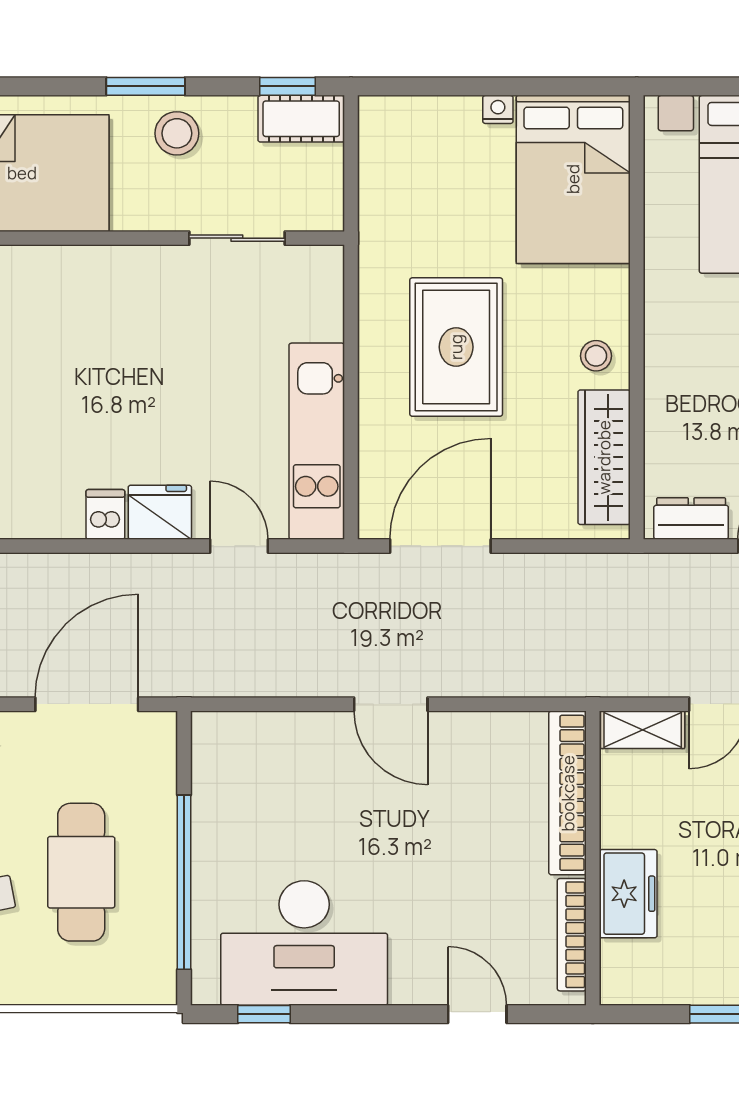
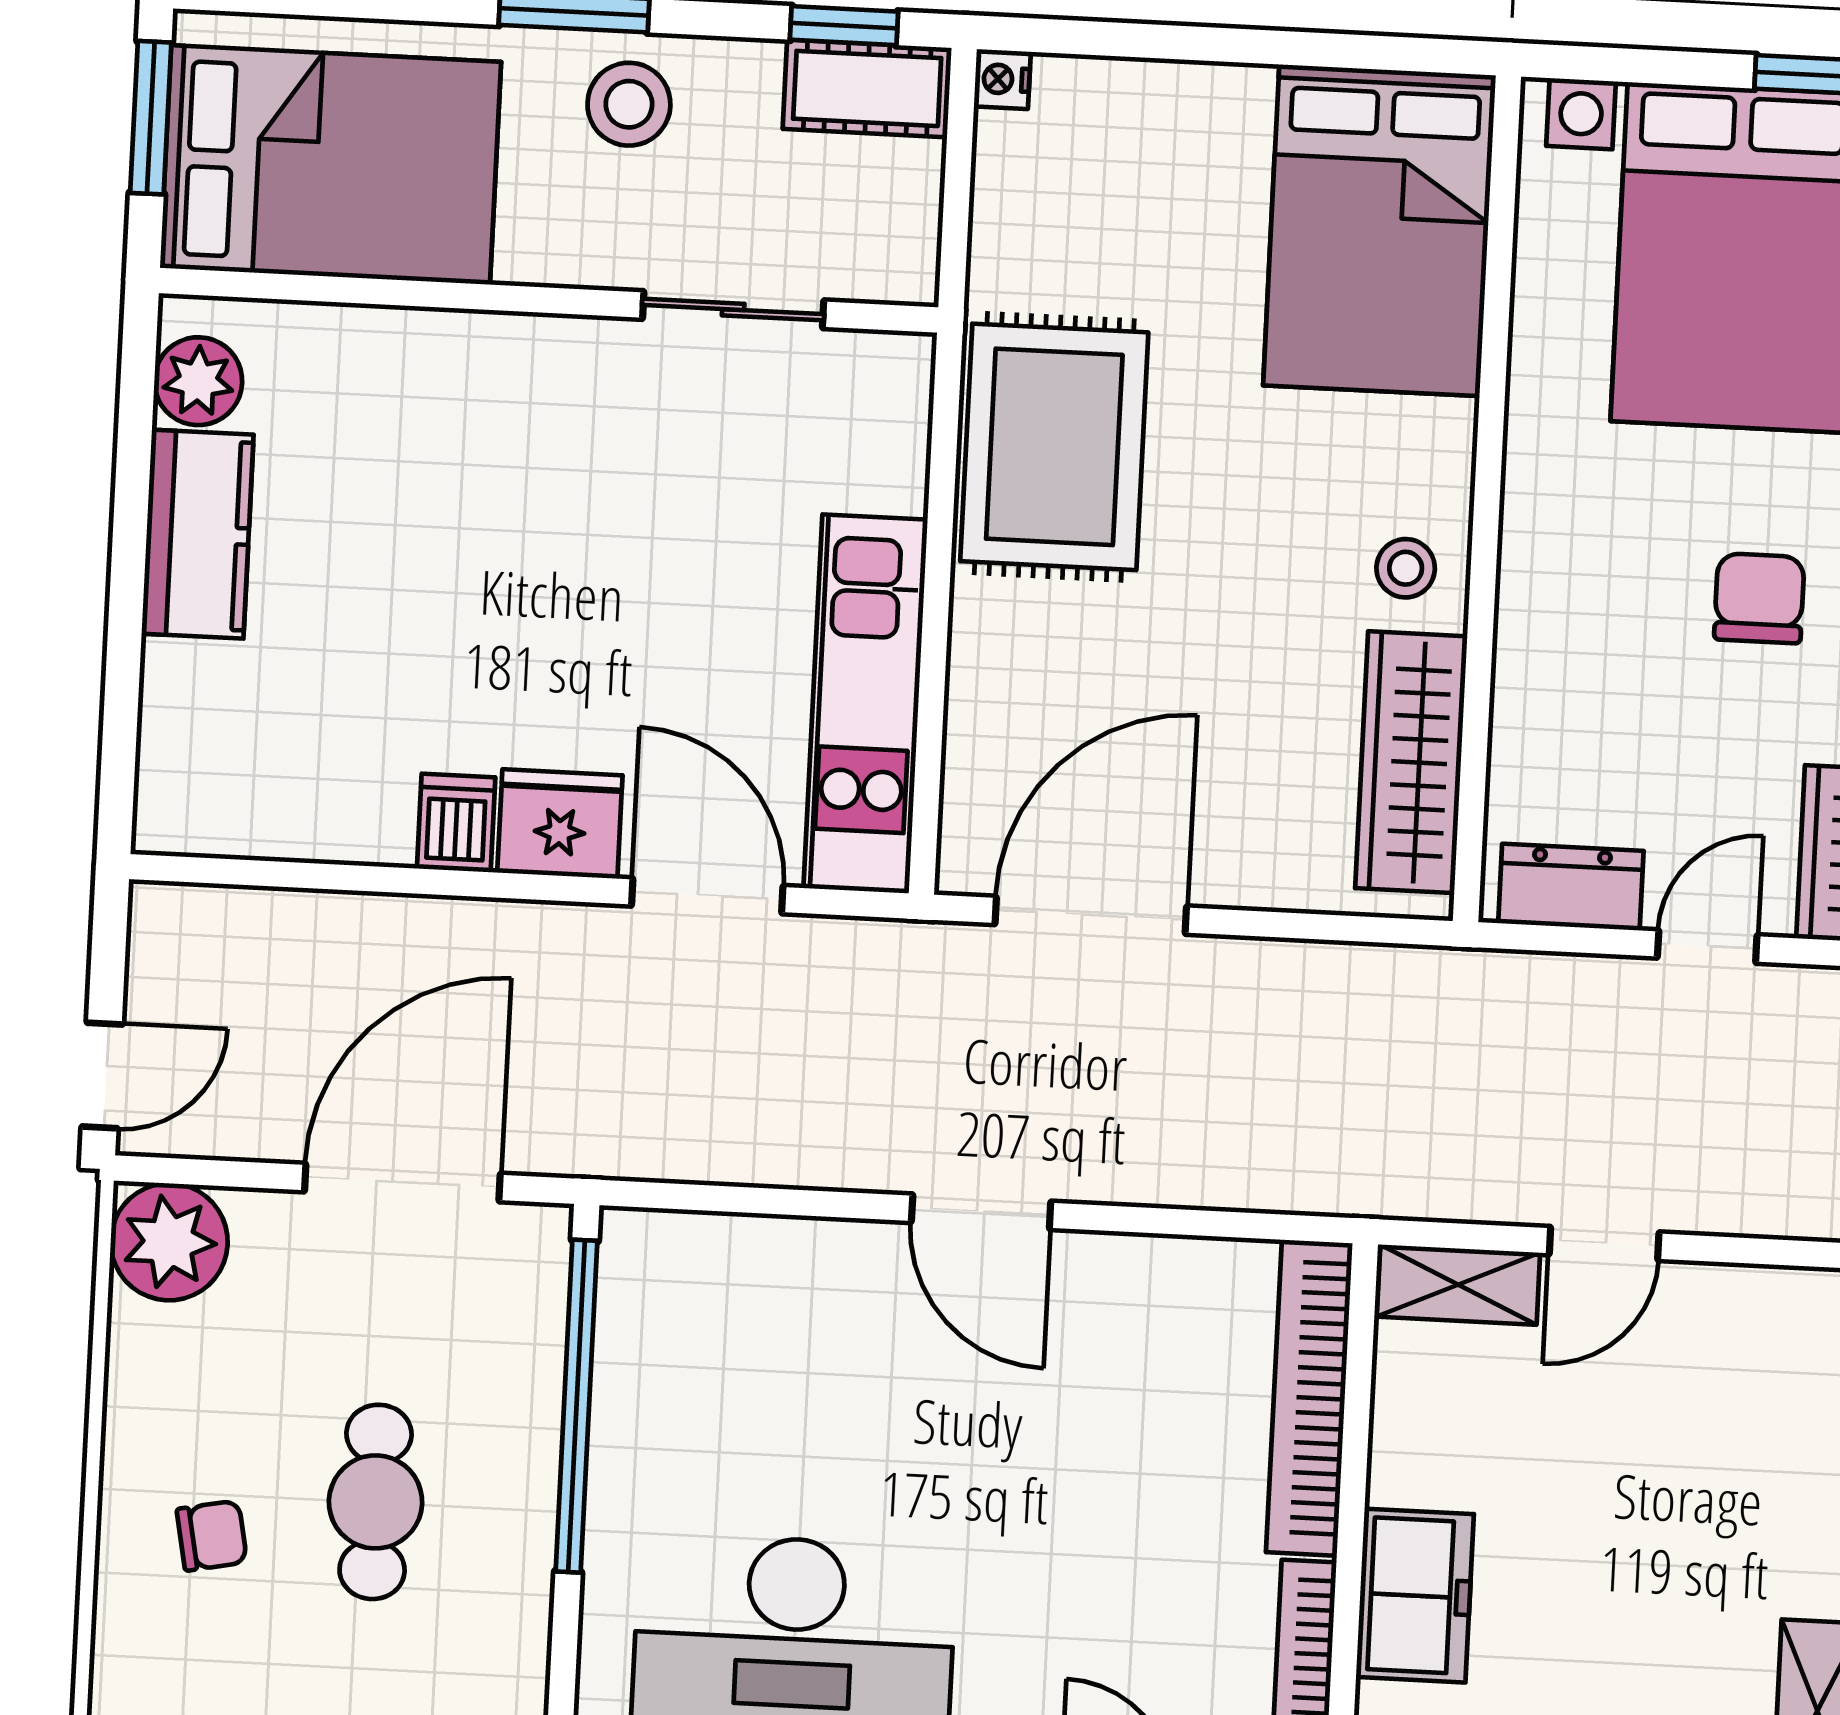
nightstand: (498, 109) -> (1002, 79), moved, turned -90
rug: (456, 347) -> (1054, 447), moved
door: (239, 546) -> (707, 896), width x1.38
cafe table: (81, 872) -> (376, 1502), width x0.73, depth x0.74
window: (184, 882) -> (576, 1406), moved

